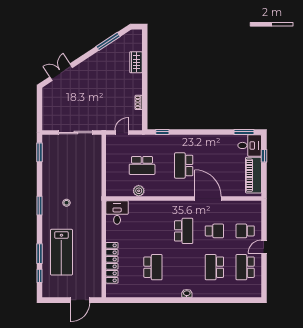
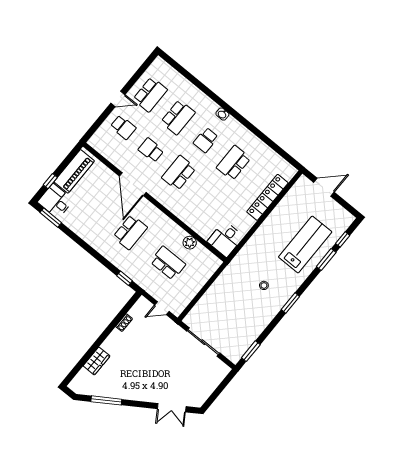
school desk: (184, 267) -> (206, 140), added

